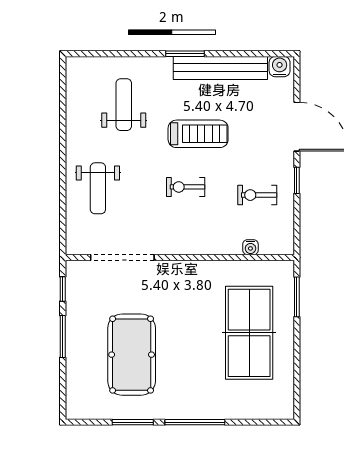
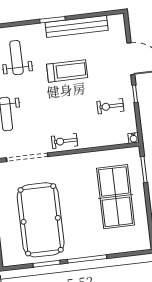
water cooler: (280, 67) -> (115, 21), removed
exercise bike: (186, 187) -> (65, 141), moved
water cooler: (250, 247) -> (134, 138), moved
pool table: (132, 355) -> (41, 220), width x1.36, depth x1.32

